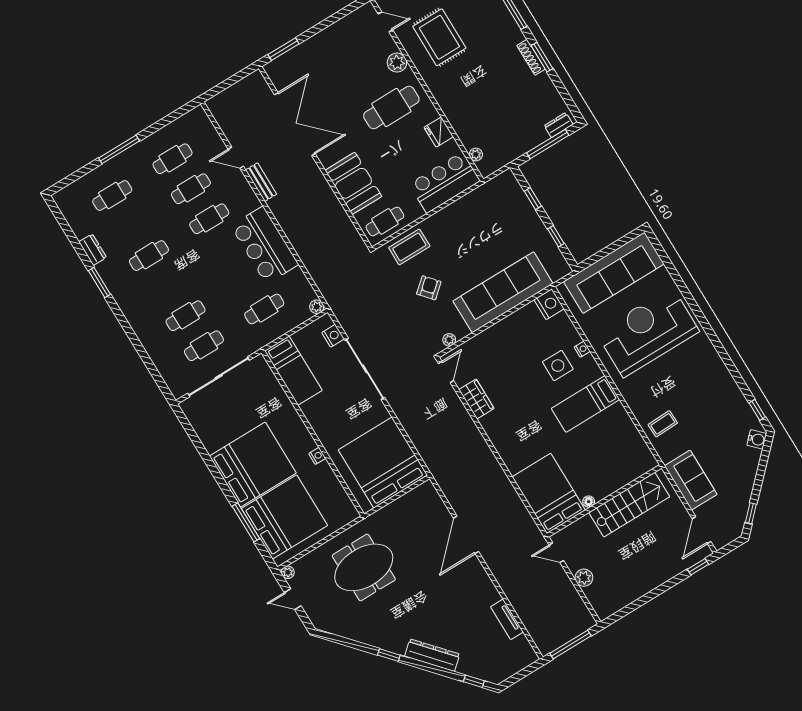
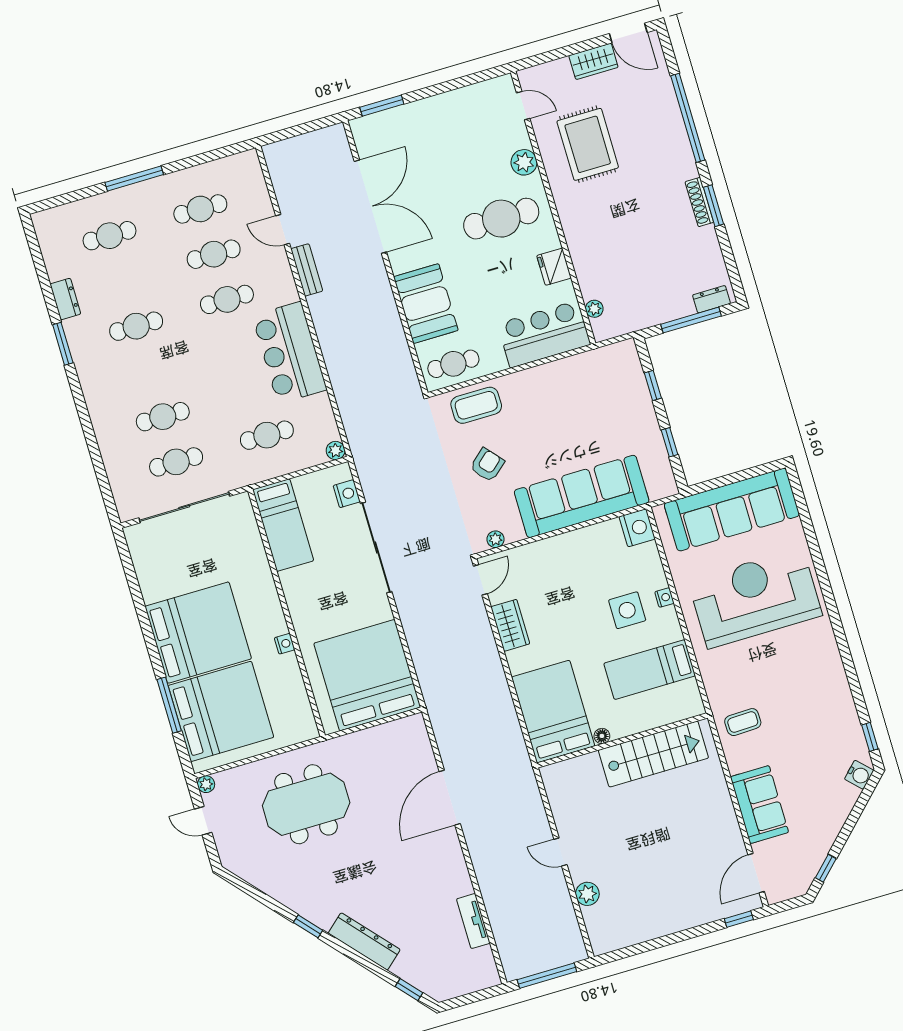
bed: (549, 493) -> (553, 712), moved
wall: (604, 501) -> (622, 740), moved
floor lamp: (589, 502) -> (602, 736), moved
stairs: (629, 505) -> (653, 754), moved

